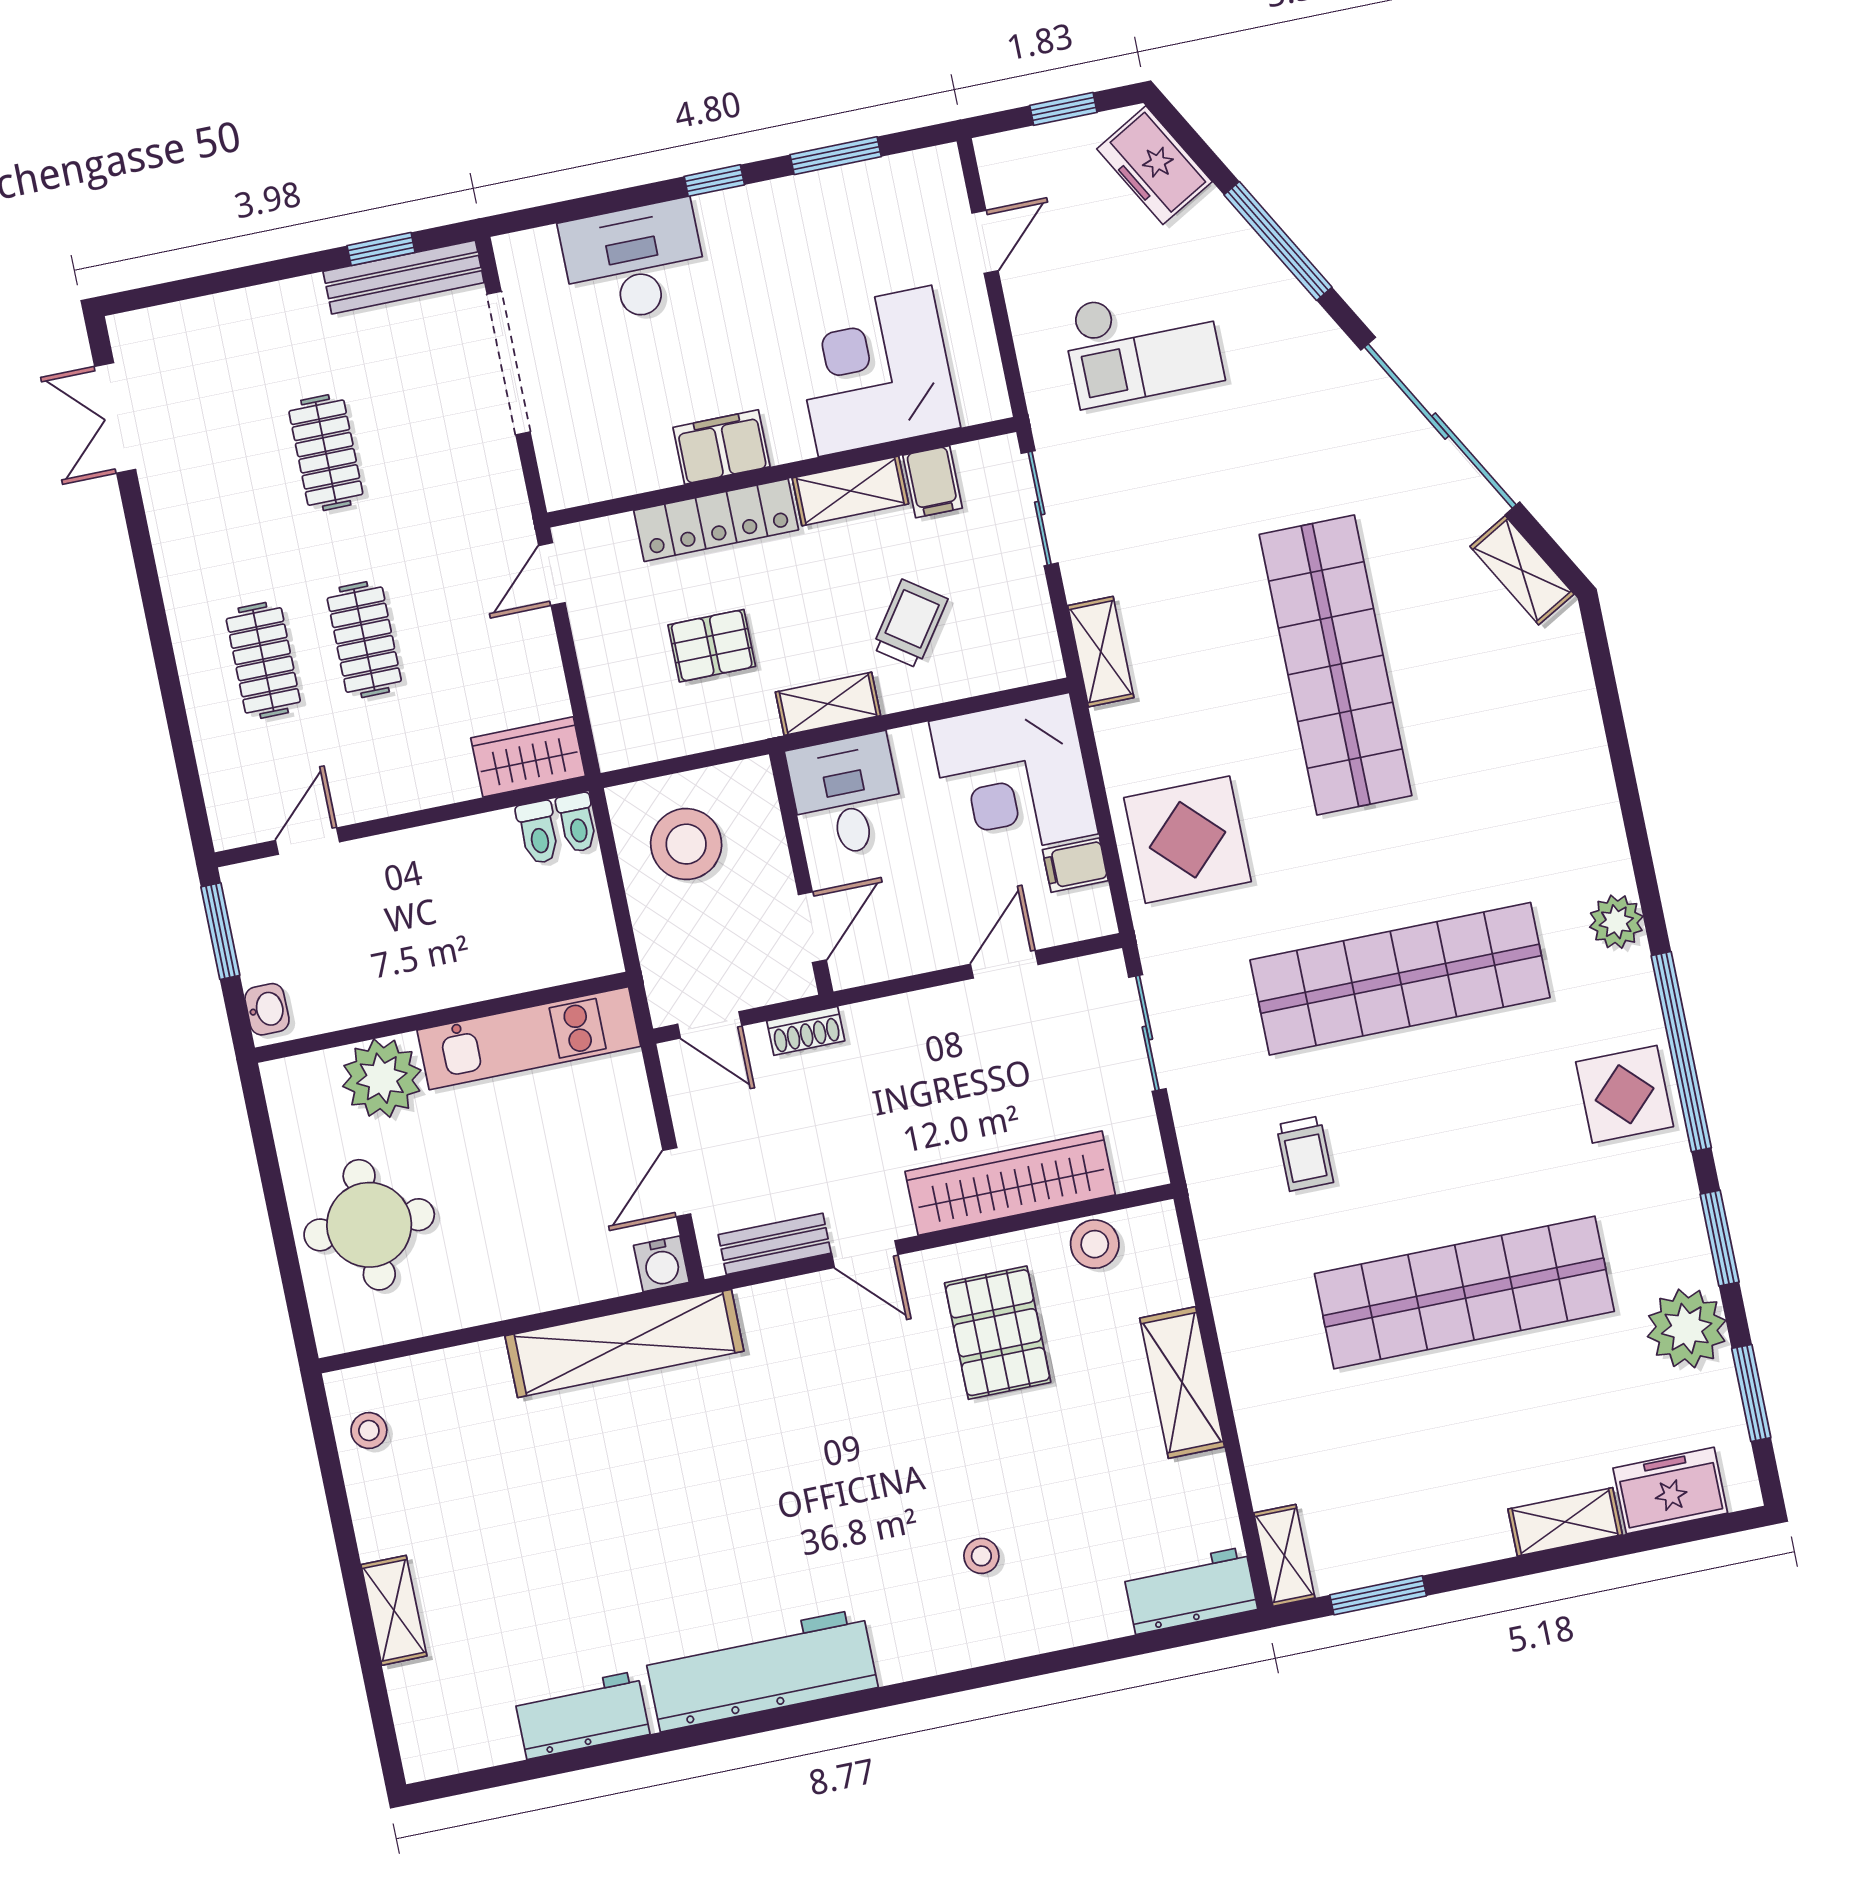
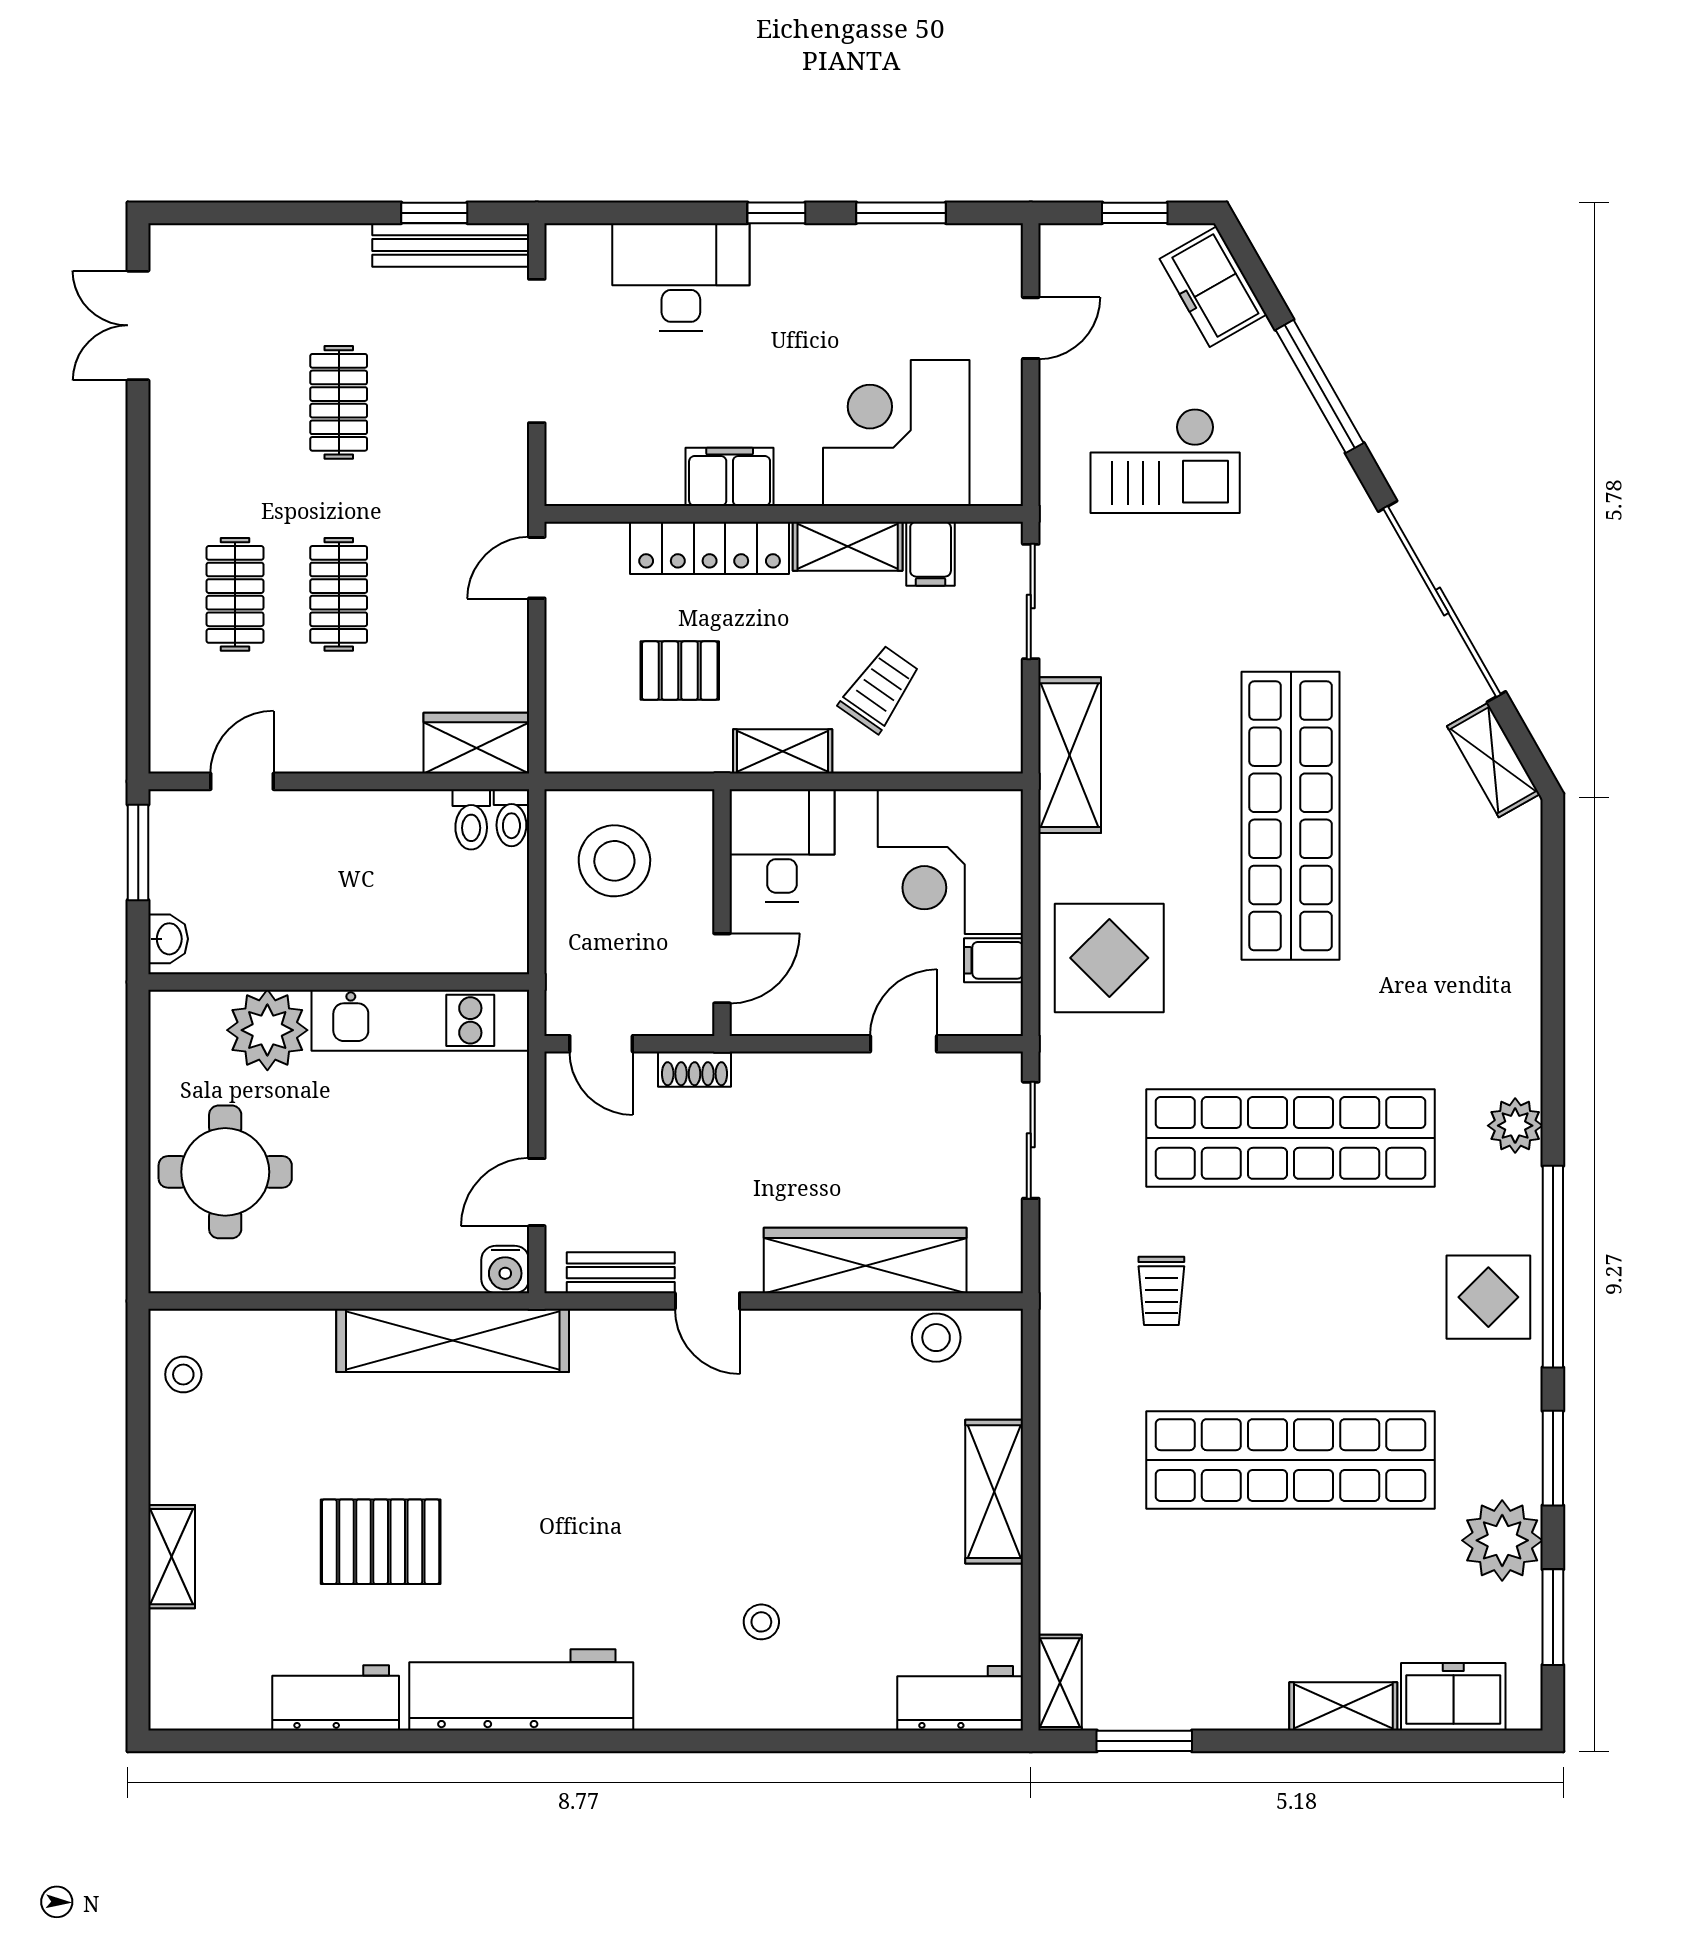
shelving: (1101, 652) -> (1070, 755), width x1.50, depth x1.33
pallet: (998, 1333) -> (381, 1542), moved, turned 90

